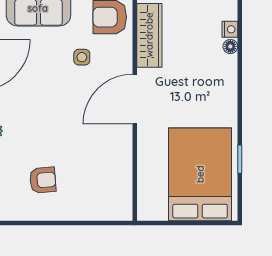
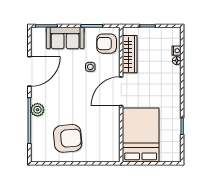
bed: (200, 174) -> (141, 135), moved
armchair: (43, 180) -> (68, 138), width x1.88, depth x1.88

